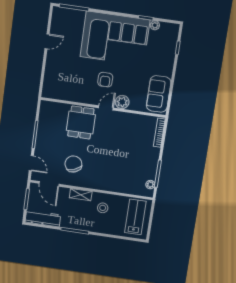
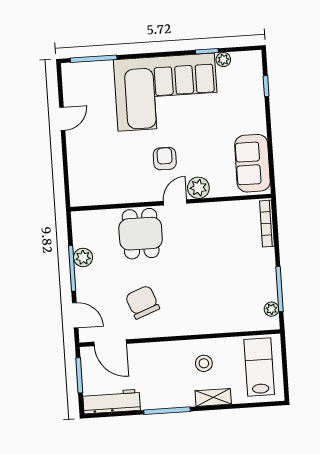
armchair: (105, 80) -> (165, 159), turned 180
plant: (43, 129) -> (83, 257), added
shelving: (81, 195) -> (213, 397), moved

